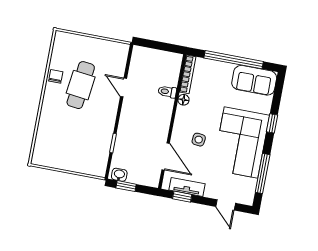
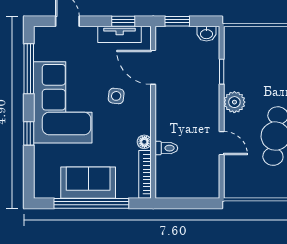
sofa: (254, 80) -> (88, 183), moved
plant: (108, 117) -> (234, 102), added
window: (126, 186) -> (177, 21), moved

